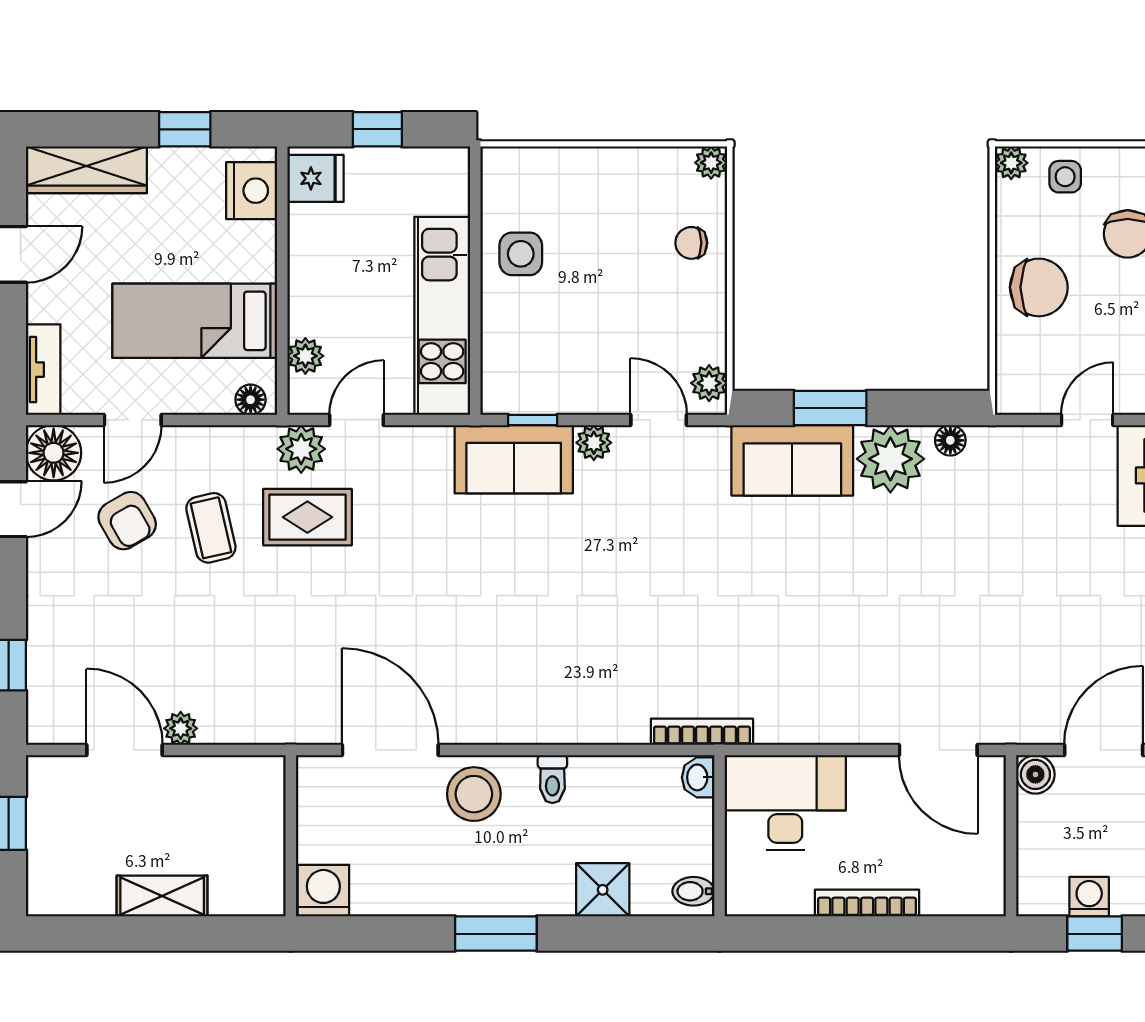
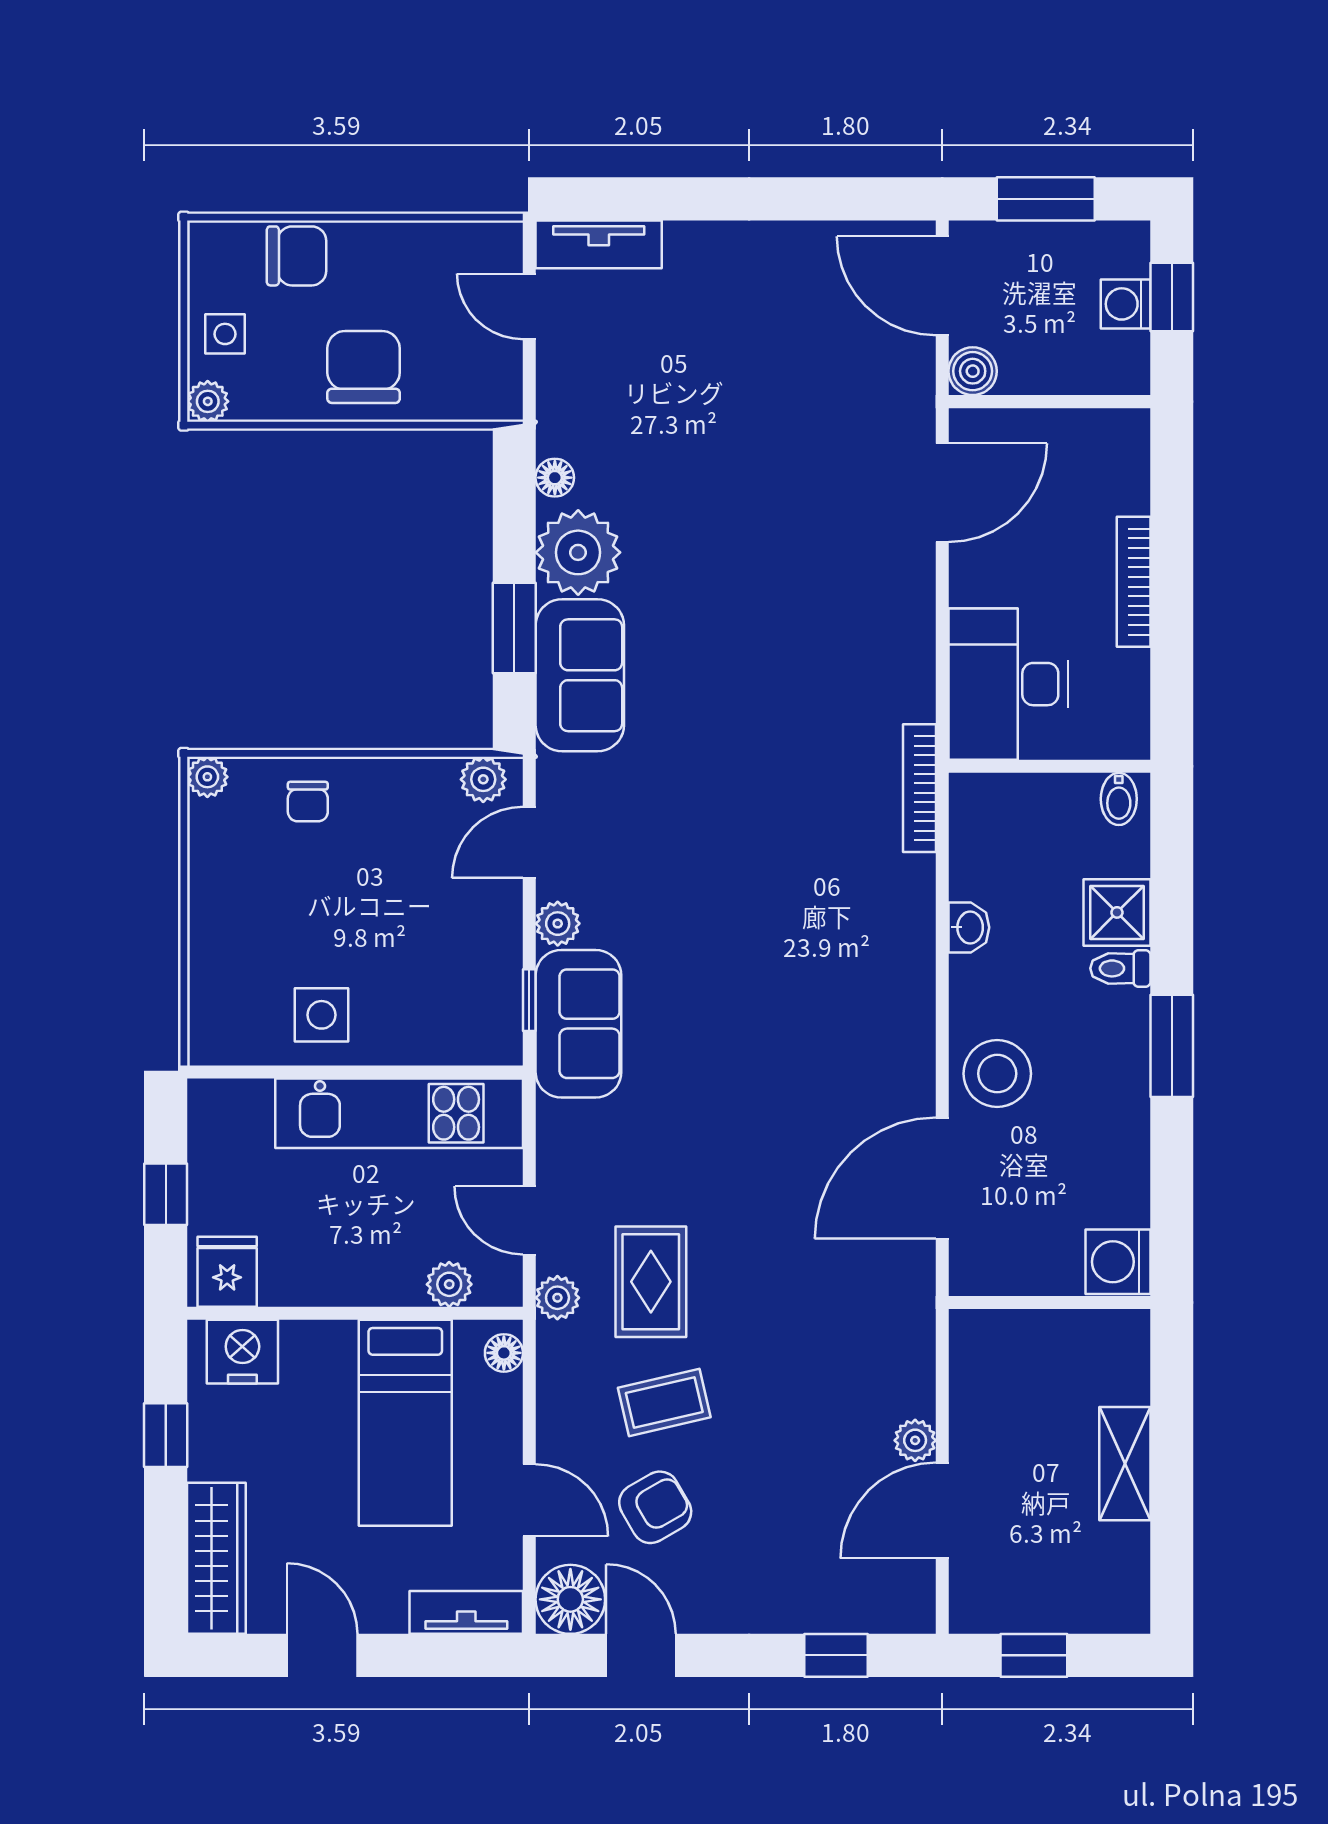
plant: (301, 449) -> (557, 1298), width x0.73, depth x0.73
washbasin: (698, 777) -> (969, 927), moved, turned -90
toilet: (552, 779) -> (1120, 968), moved, turned 180

